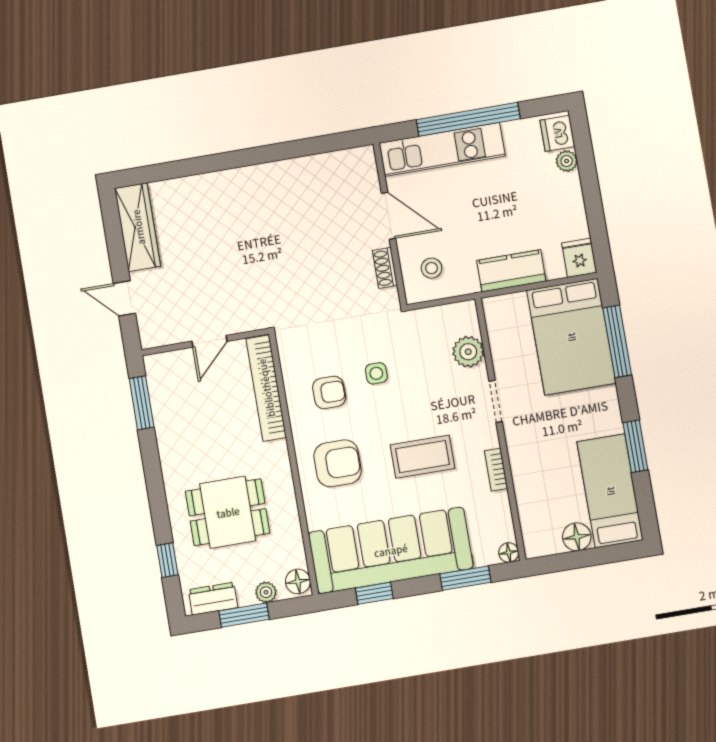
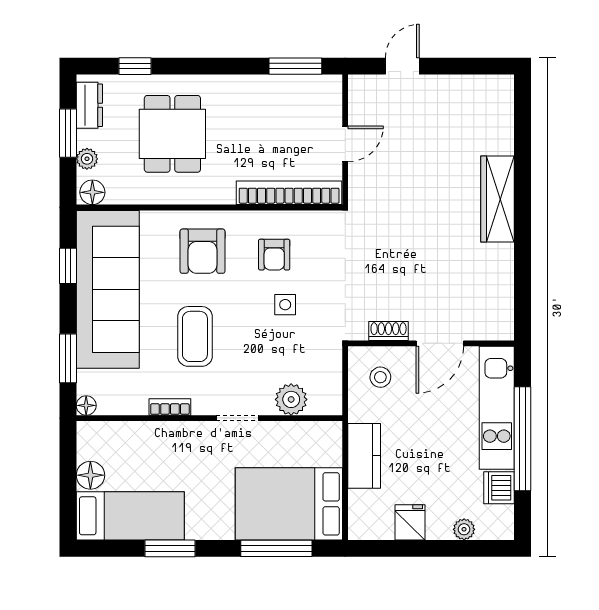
dishwasher: (557, 133) -> (499, 488), moved, turned -90
wardrobe: (138, 227) -> (498, 199), moved, turned 90
fridge: (579, 258) -> (410, 522), moved, turned -90
door: (209, 341) -> (345, 144), swing flipped

